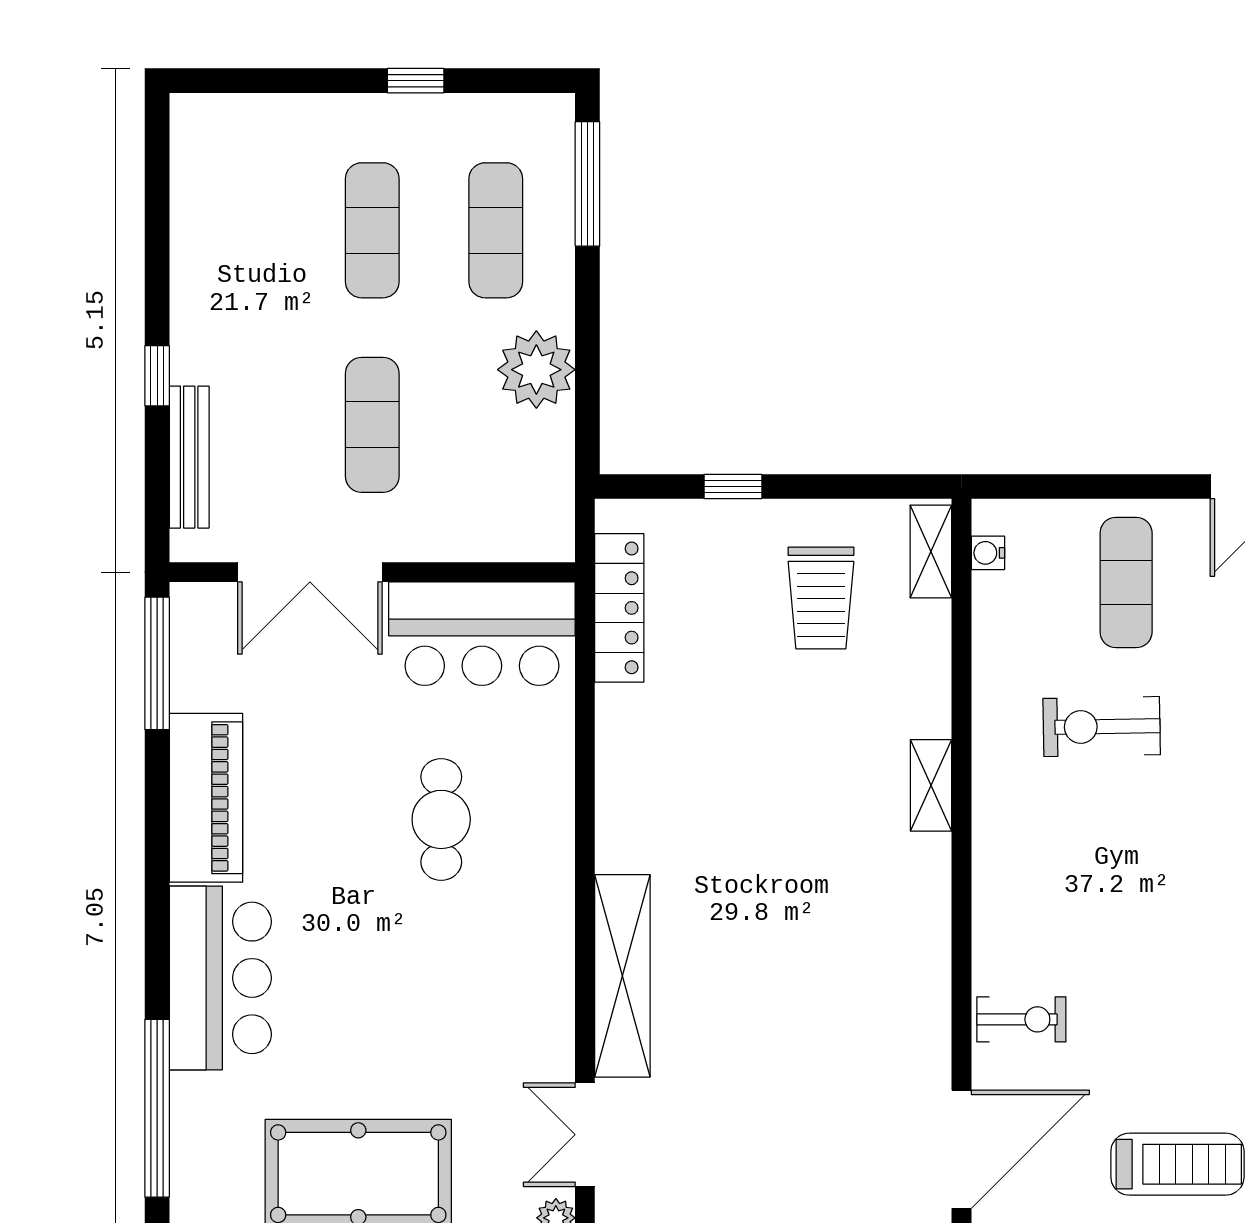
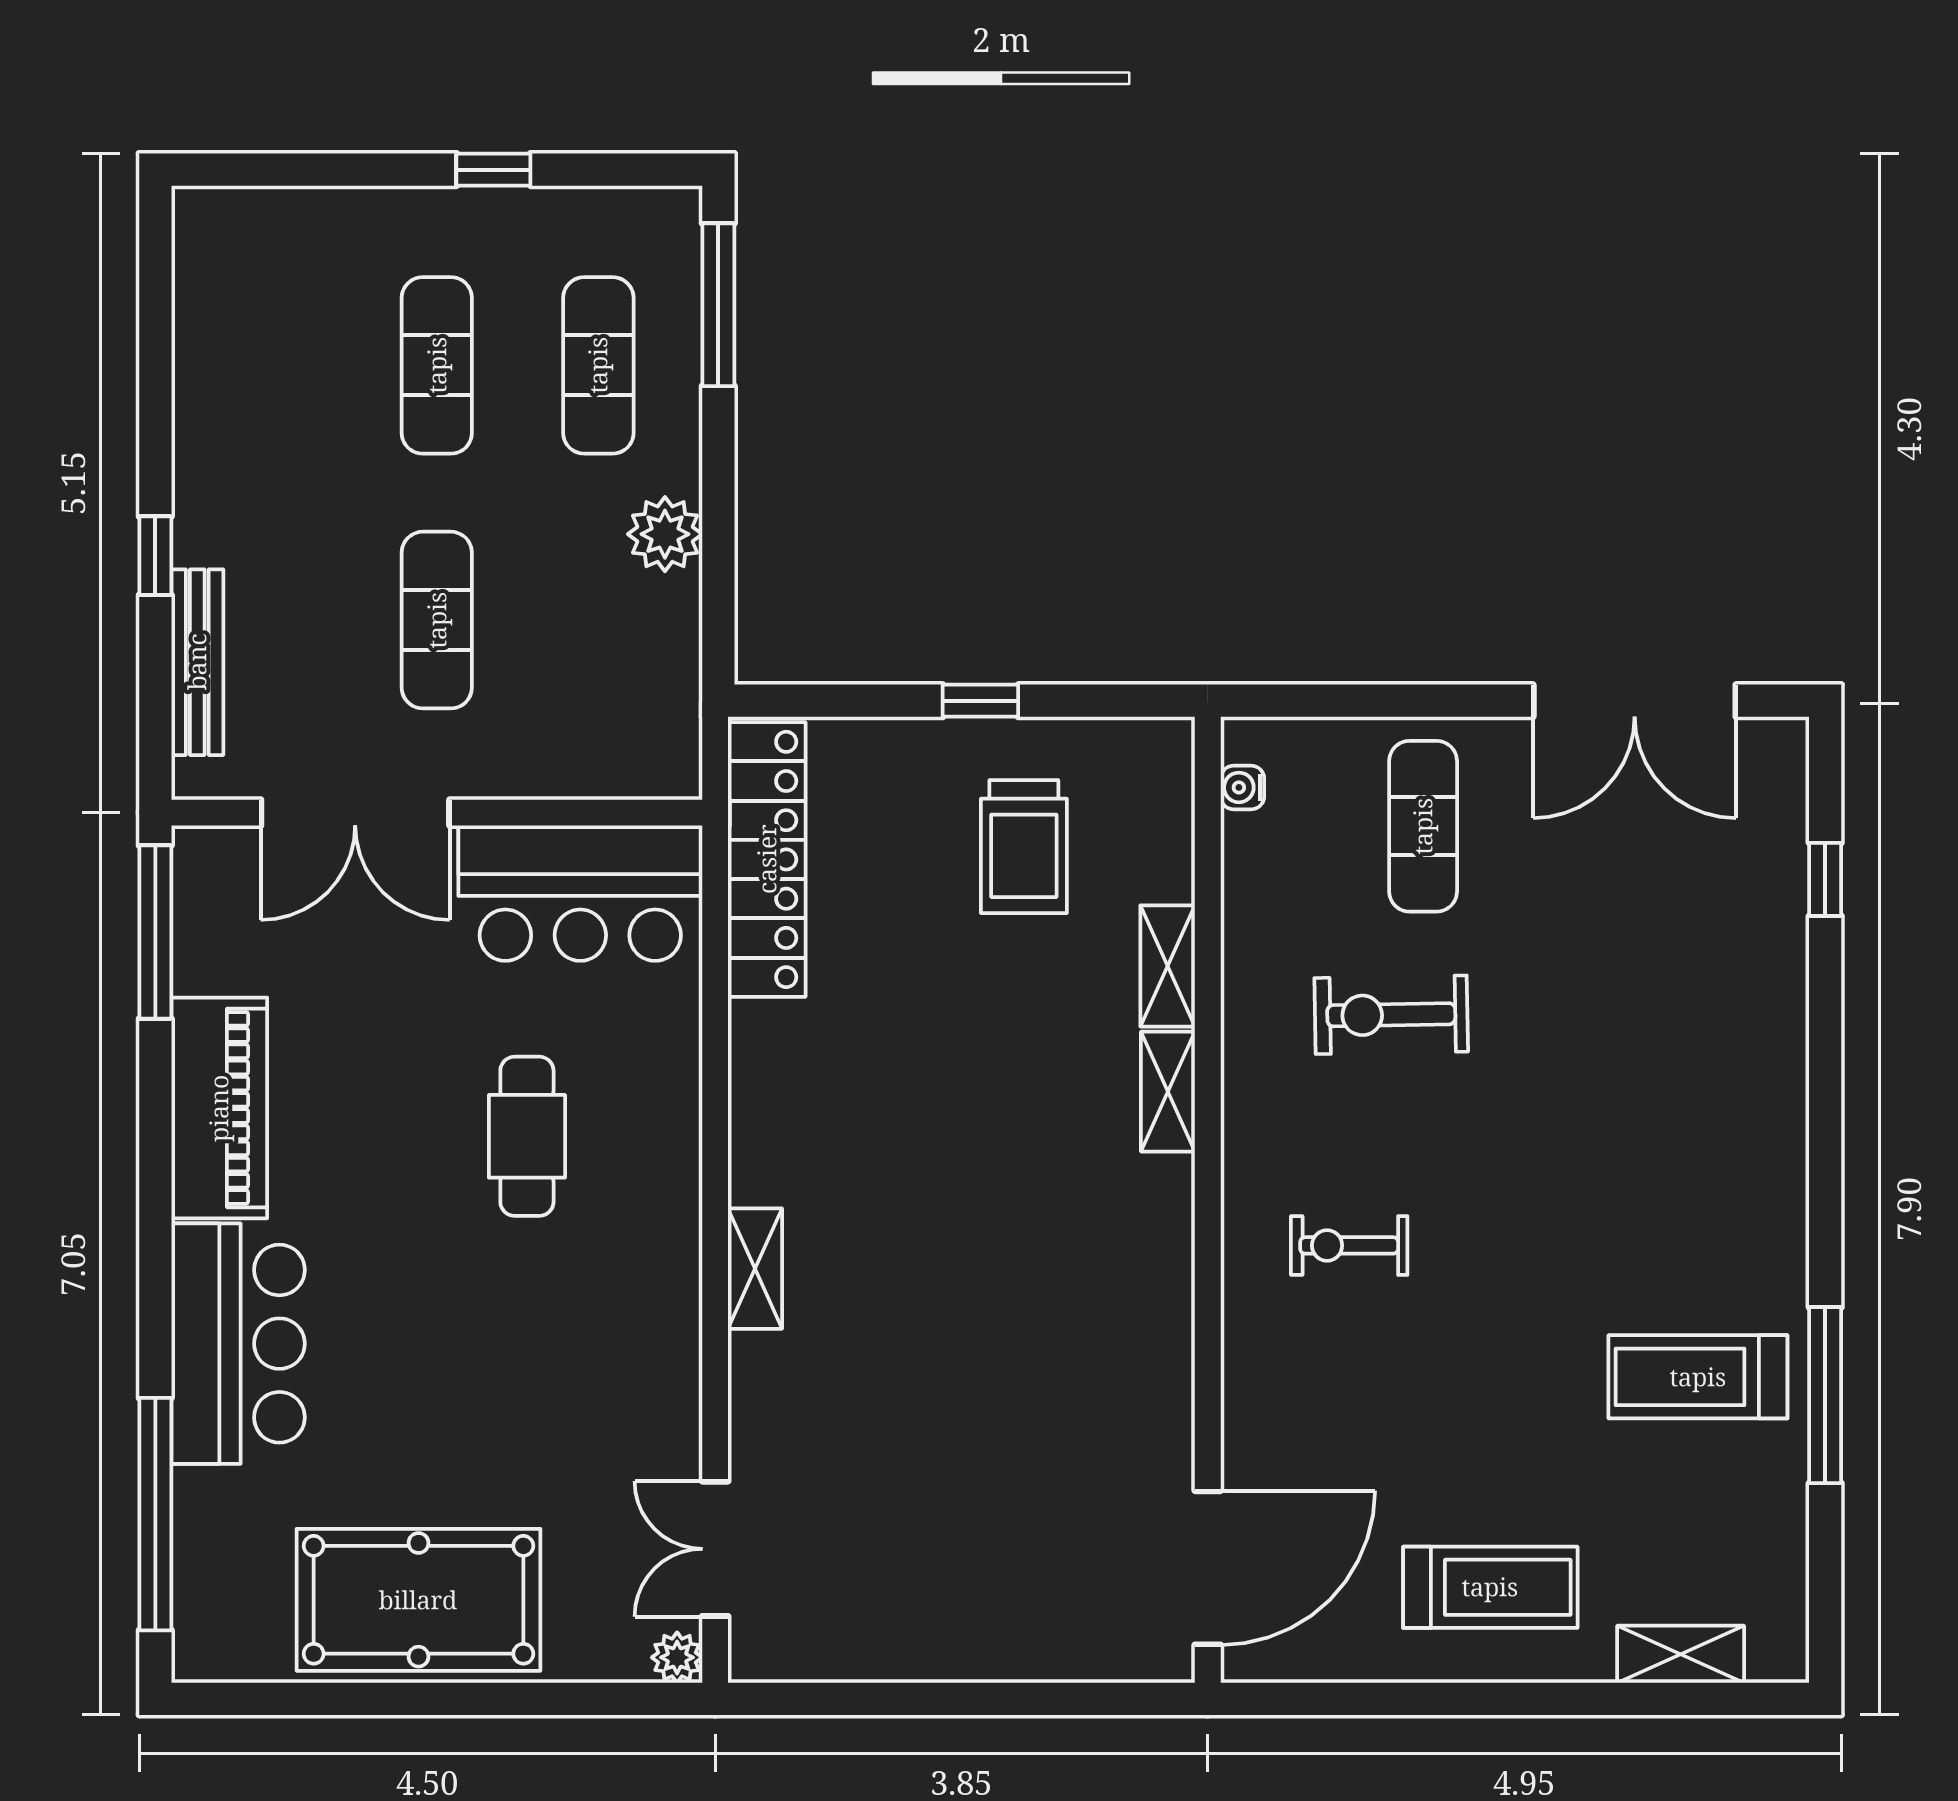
plant: (536, 370) -> (665, 534), width x0.73, depth x0.73
window: (733, 487) -> (980, 701), moved
shelving: (931, 551) -> (1168, 966), moved
locker: (619, 608) -> (767, 859), width x1.41, depth x1.21
shelving: (622, 976) -> (755, 1269), width x0.45, depth x0.75
exercise bike: (1021, 1019) -> (1349, 1245), moved, turned 180

